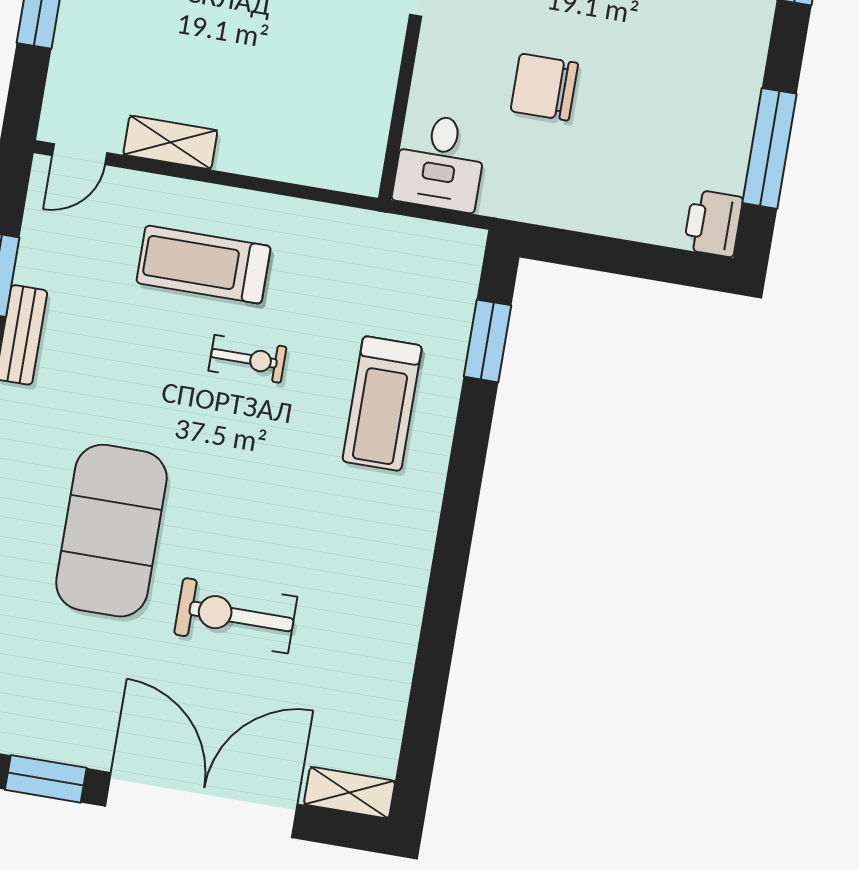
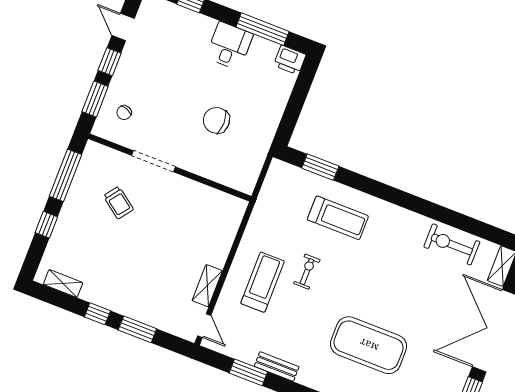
chair: (544, 87) -> (216, 120), turned 90
desk: (440, 162) -> (229, 46), moved, turned -90
treadmill: (204, 265) -> (263, 282), turned 180
exercise bike: (236, 616) -> (452, 244), moved, turned 90

